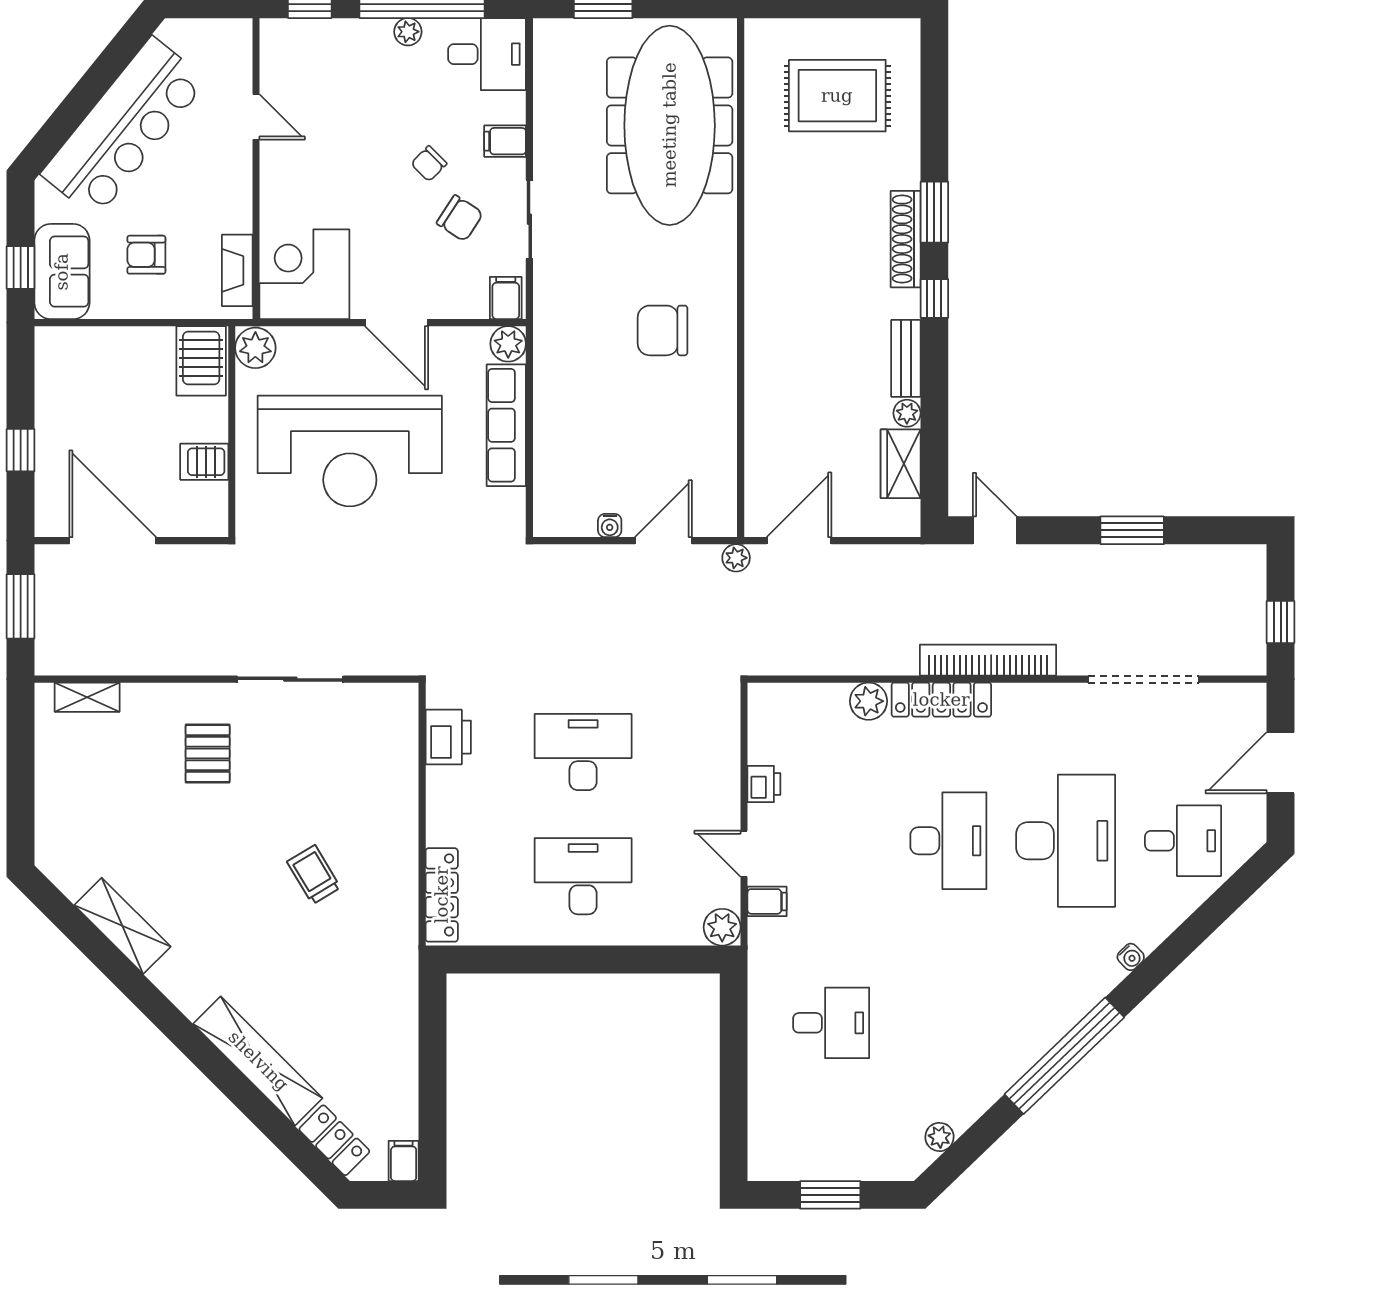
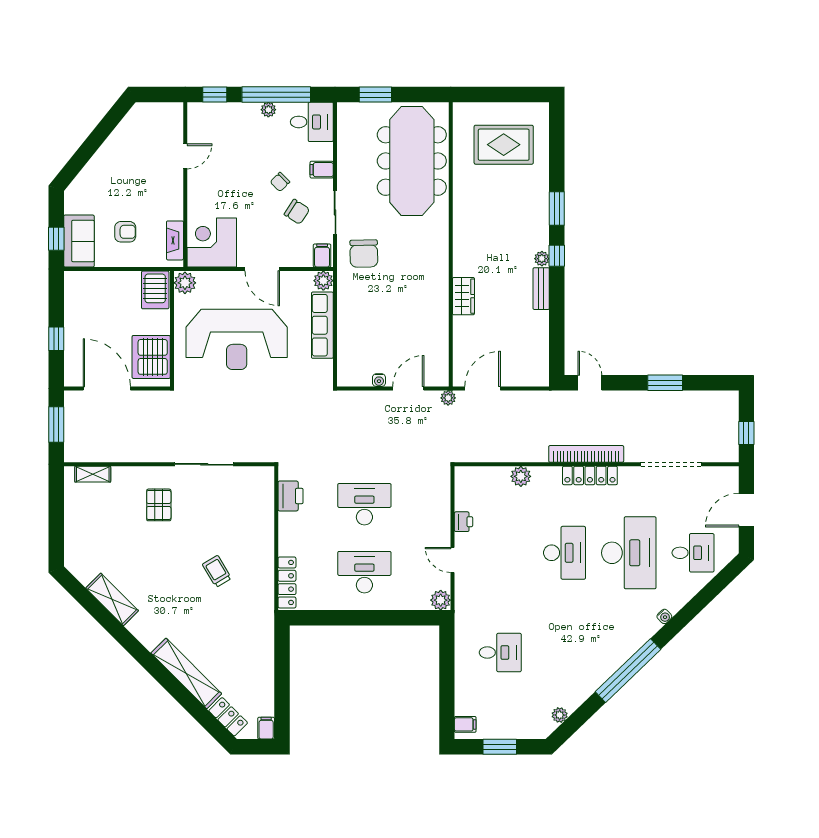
door: (256, 117) -> (185, 156), hinge flipped
bar counter: (124, 127) -> (113, 162), removed
shoe rack: (906, 239) -> (541, 223), removed
armchair: (146, 255) -> (125, 232), turned 180
chair: (663, 330) -> (364, 254), moved, turned -91
plant: (907, 413) -> (542, 259), moved
server rack: (204, 462) -> (151, 357), width x2.18, depth x1.44
wardrobe: (901, 464) -> (463, 296), moved, turned 180
locker: (941, 700) -> (590, 475), moved
filing cabinet: (767, 901) -> (465, 724), moved

